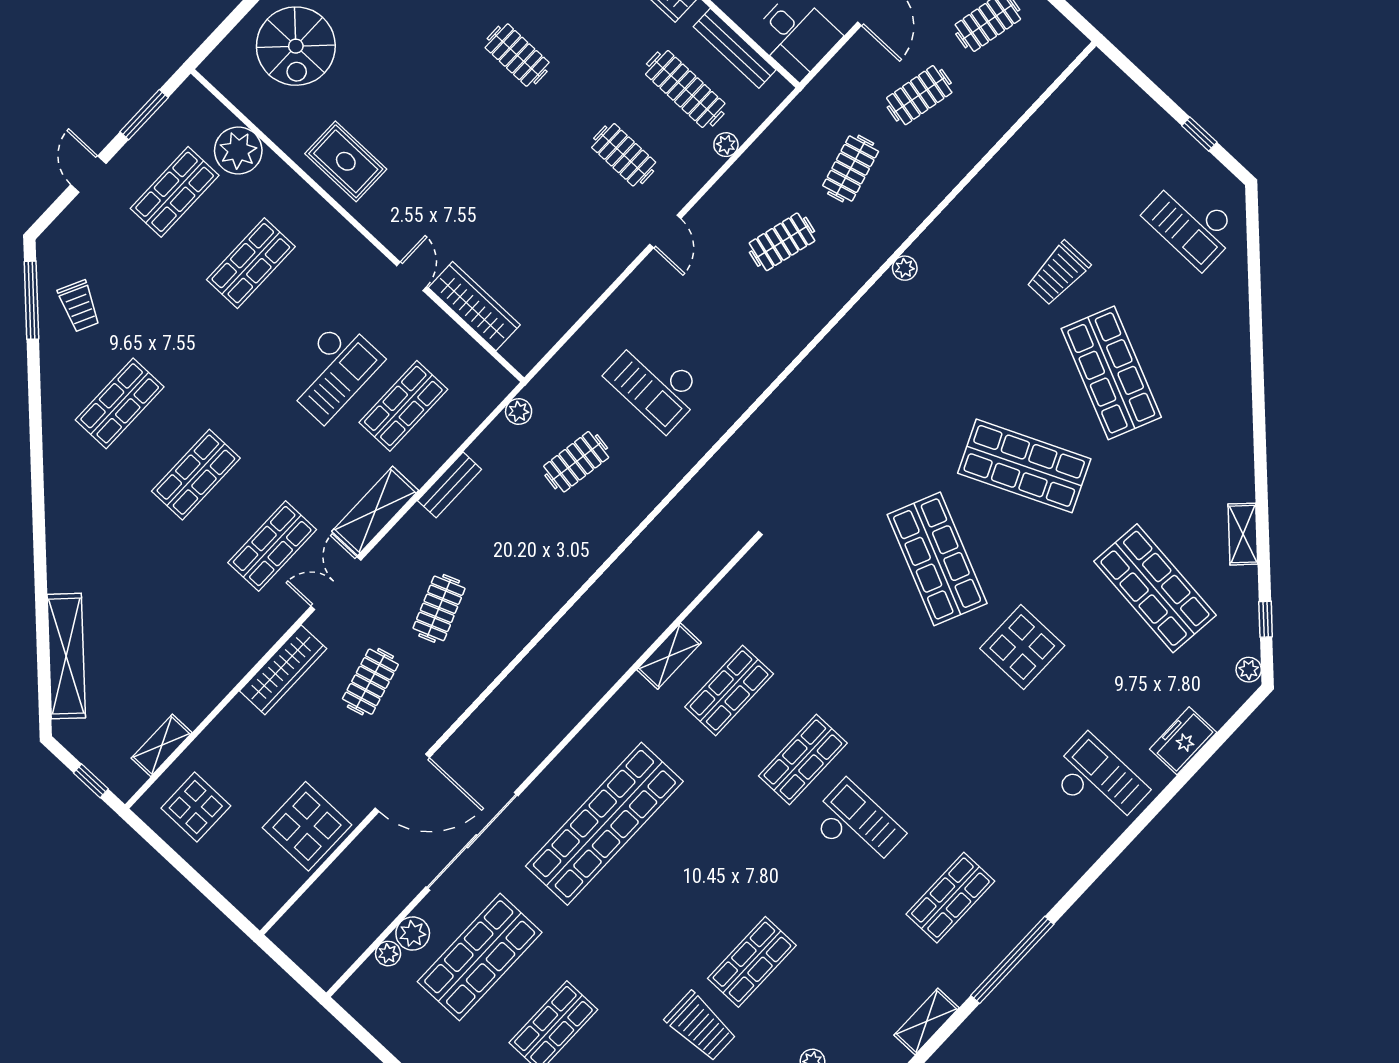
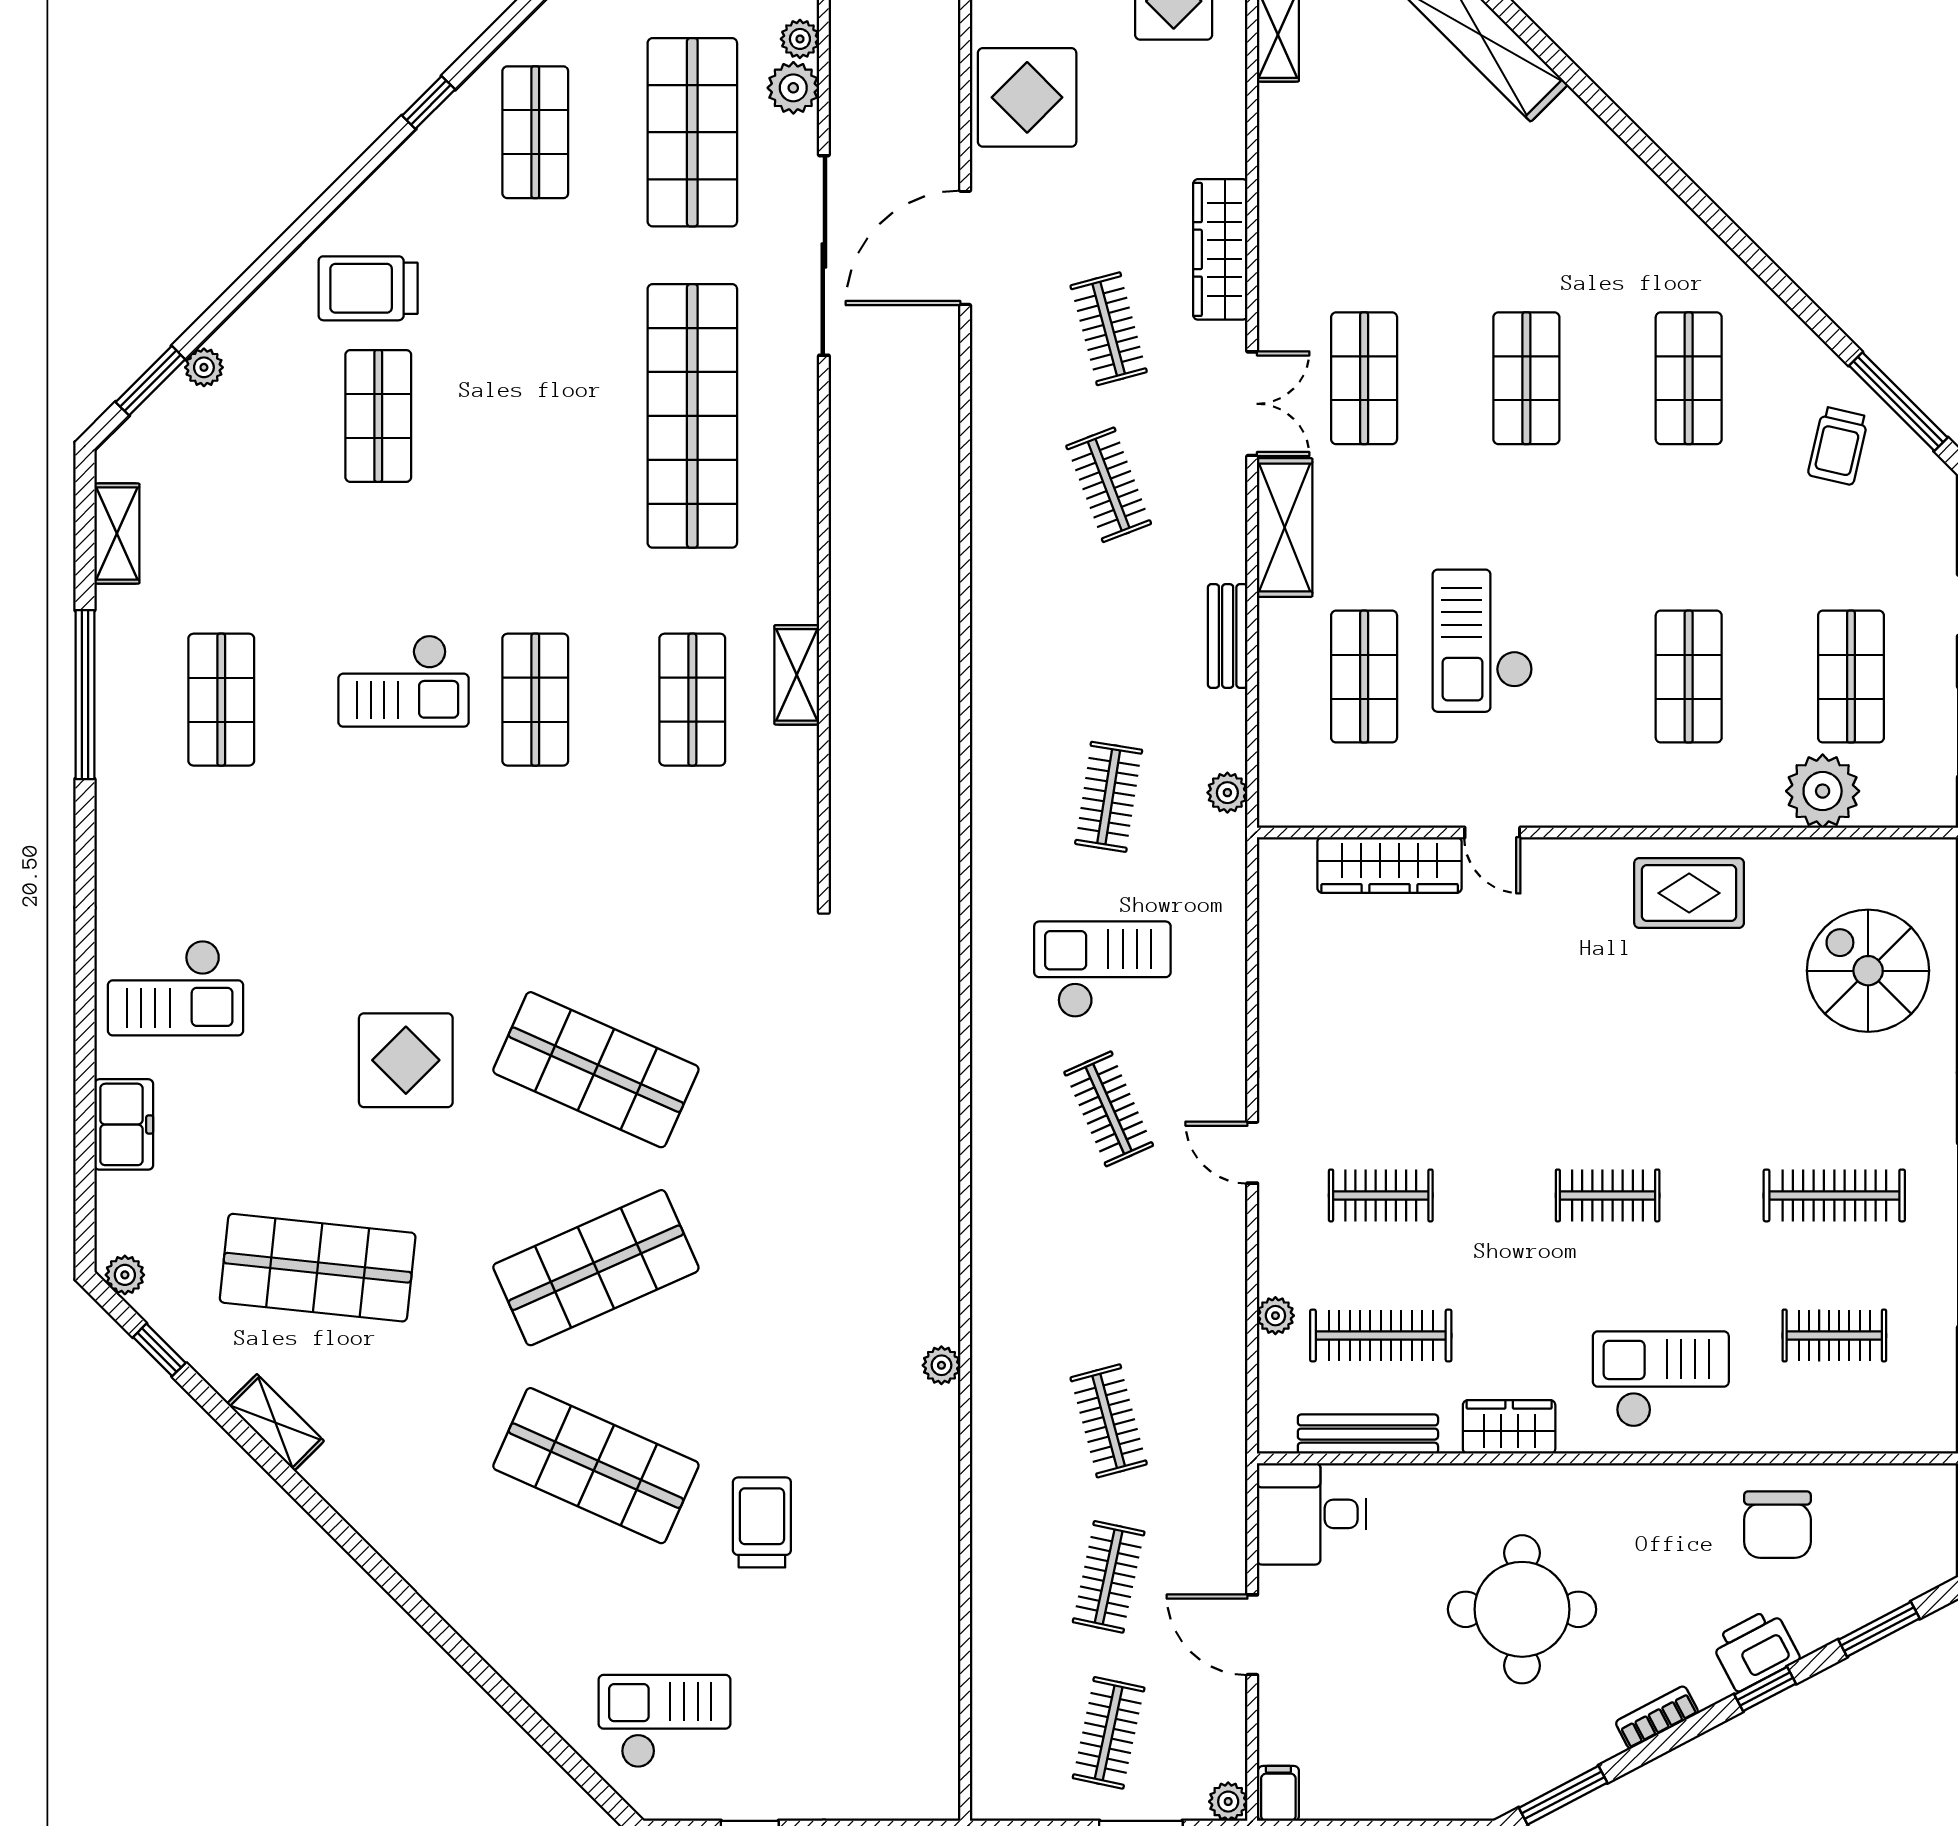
clothes rail: (782, 242) -> (1109, 1109), moved, turned -39
trolley: (79, 306) -> (1838, 446), turned -103

